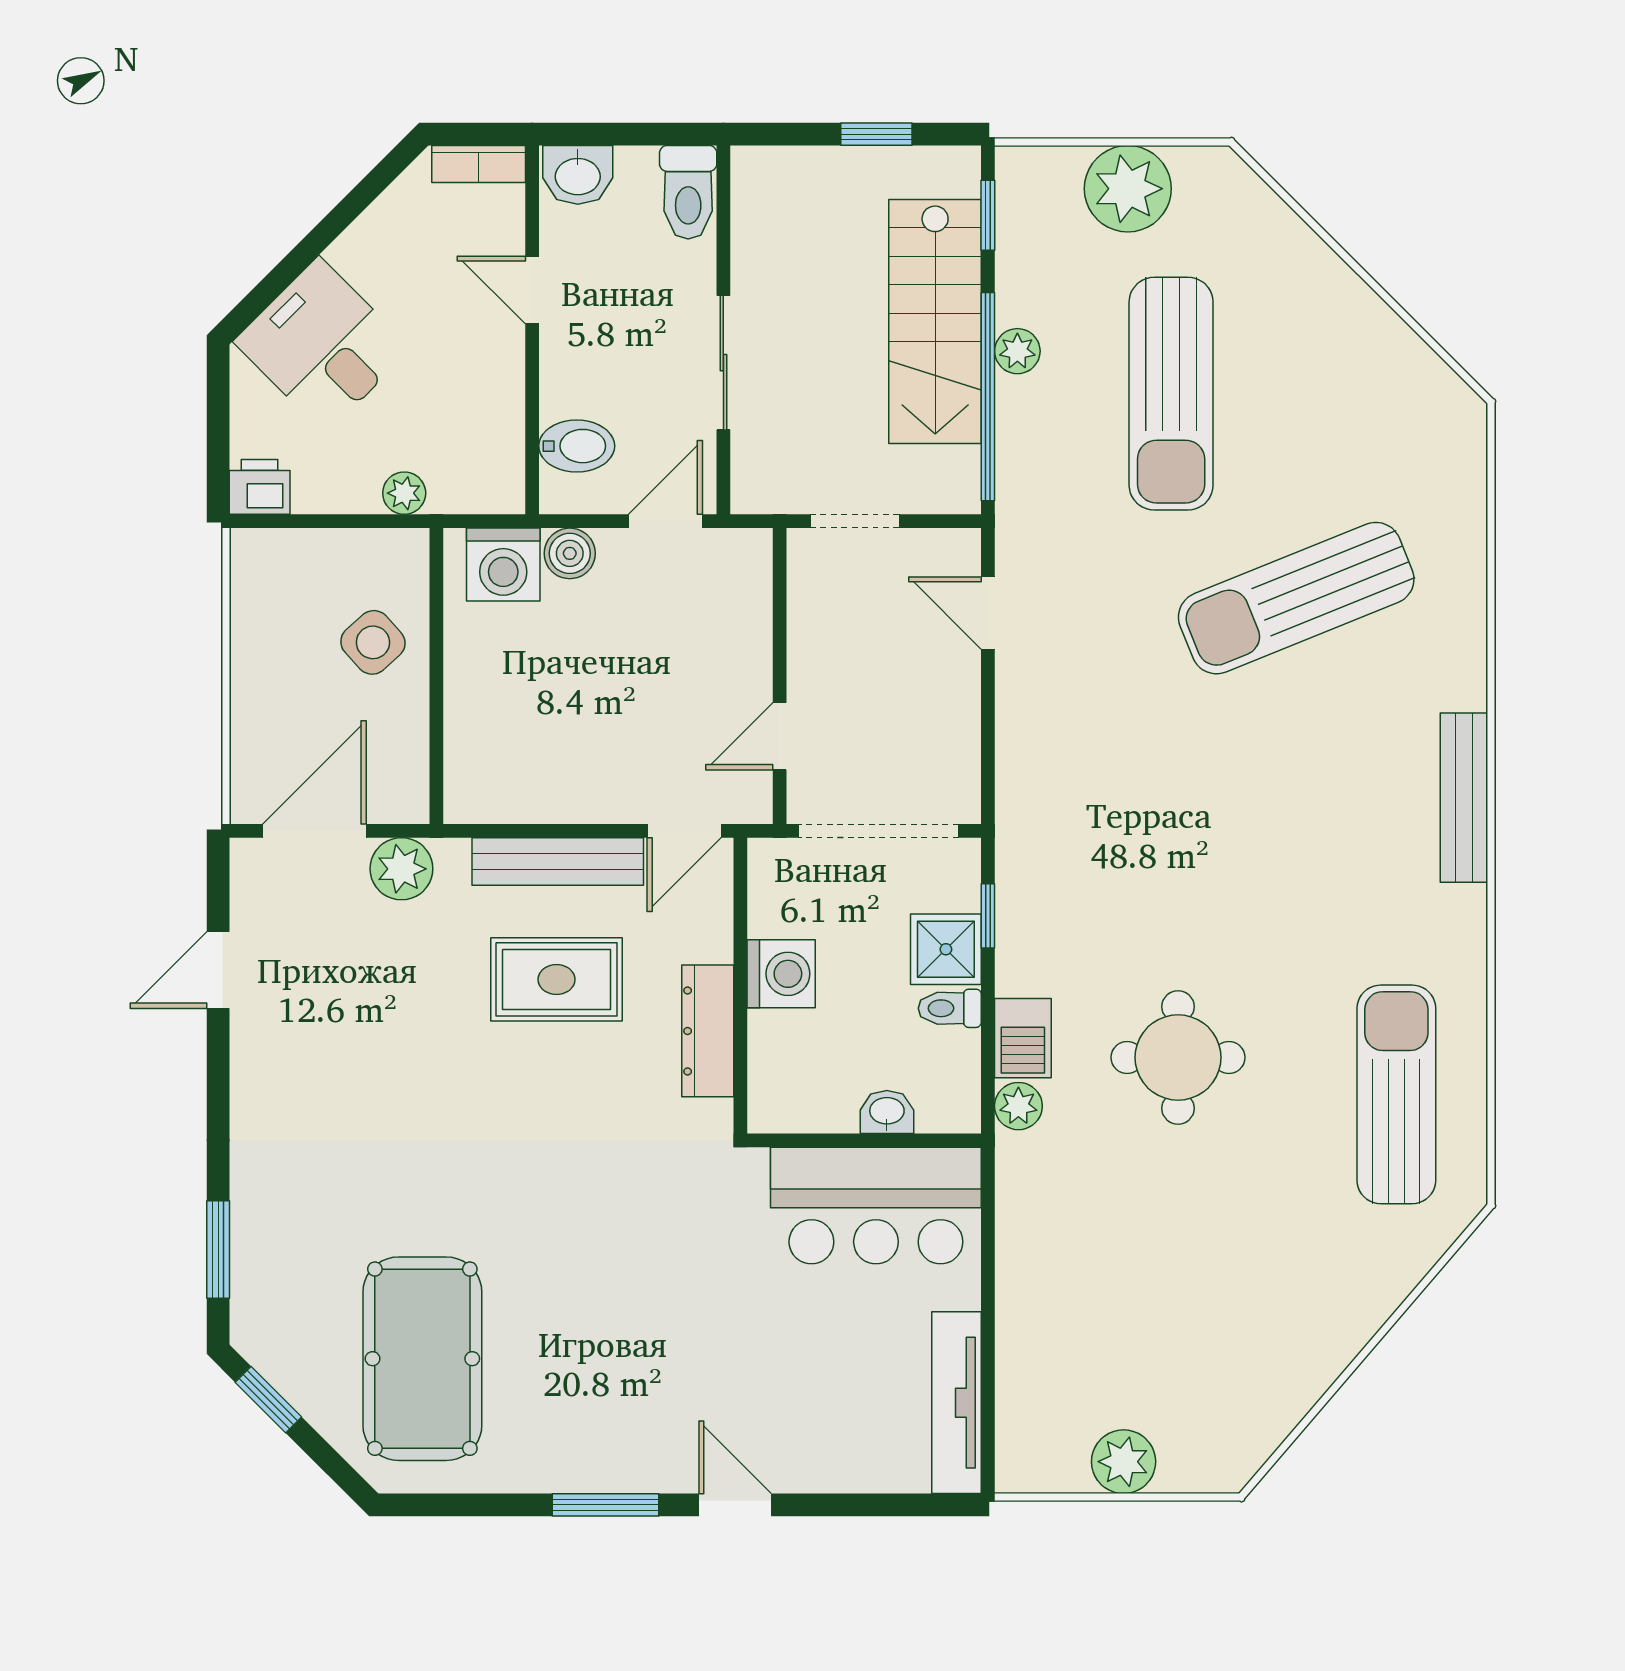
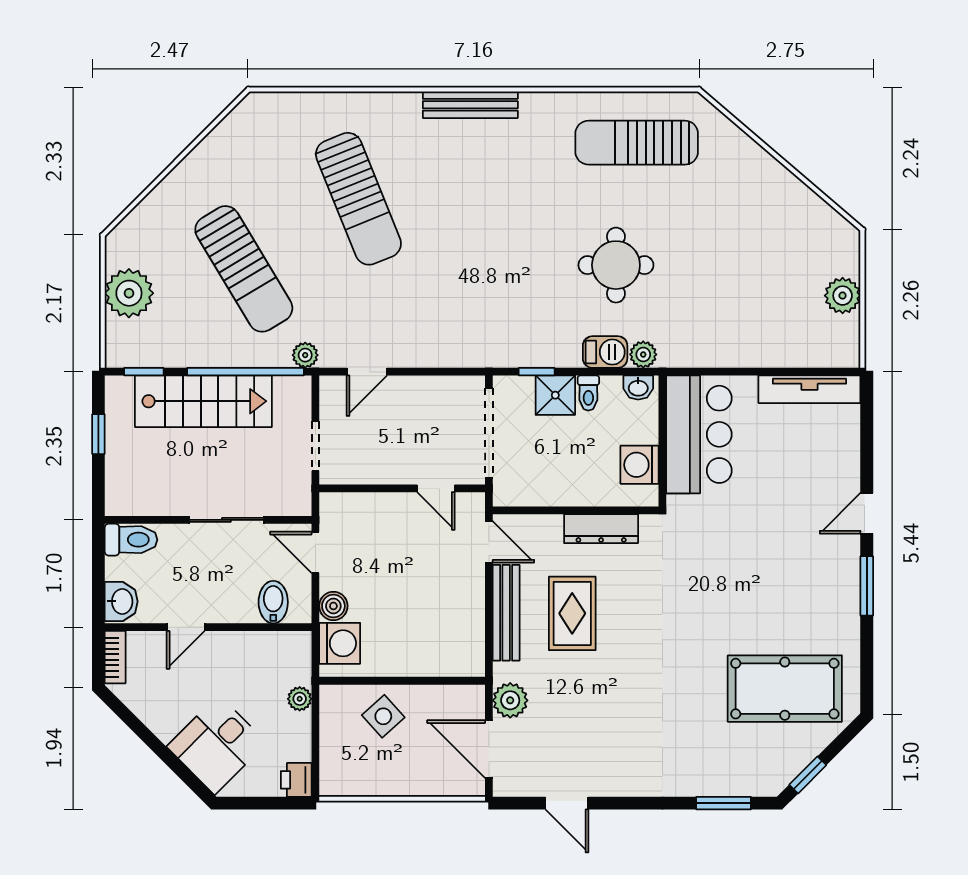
plant: (1017, 351) -> (305, 355), moved
sun lounger: (1171, 394) -> (244, 269), turned 59
washing machine: (781, 974) -> (640, 465), moved, turned -90
washbasin: (887, 1112) -> (638, 387), moved, turned -90

